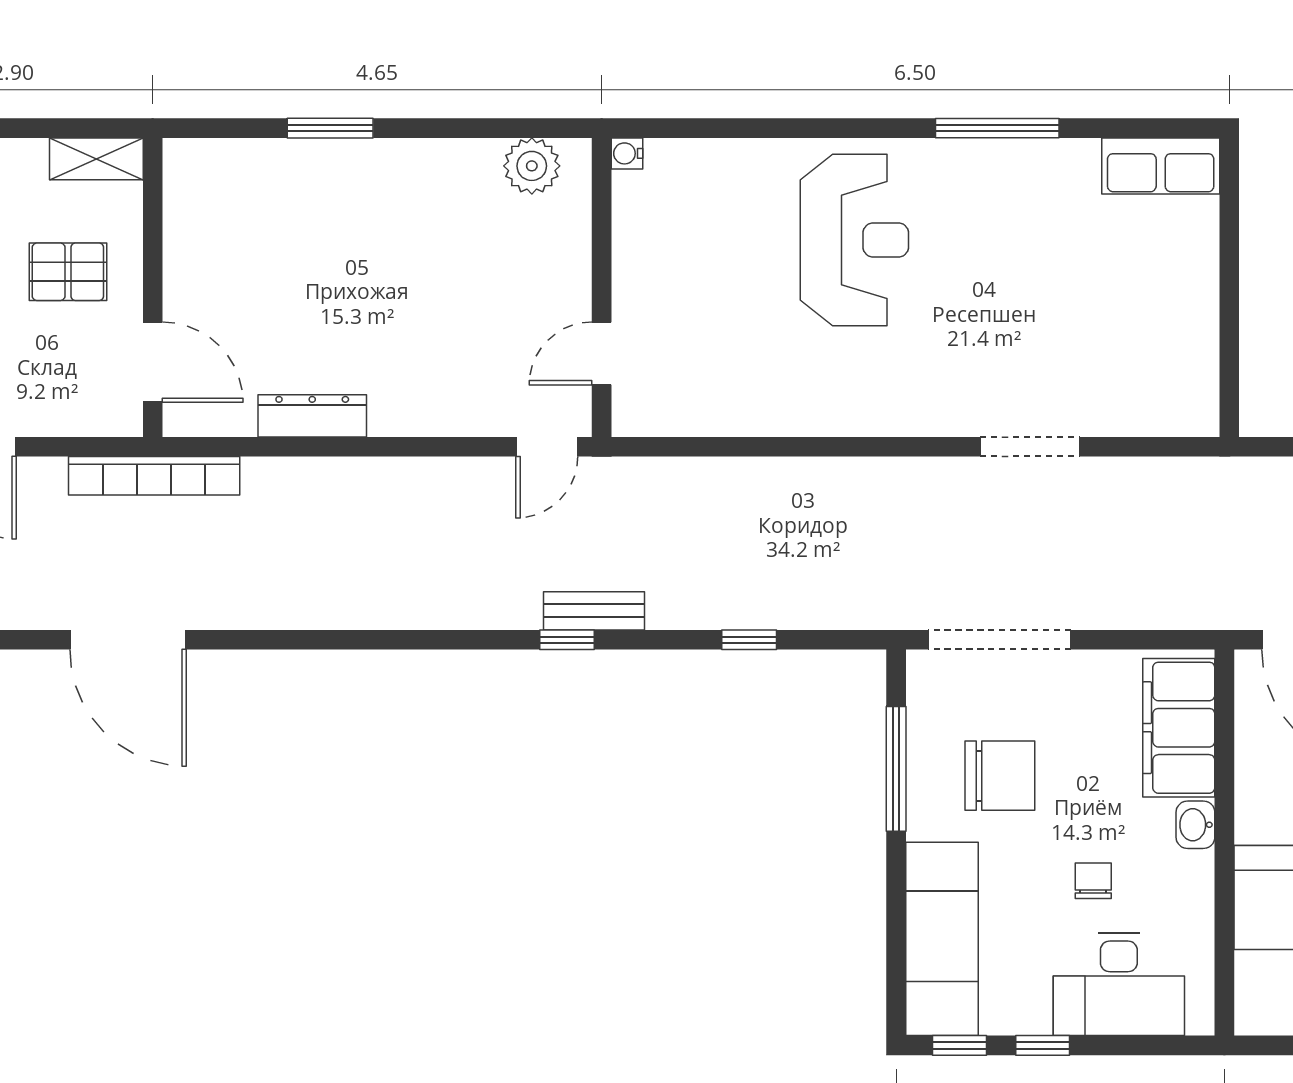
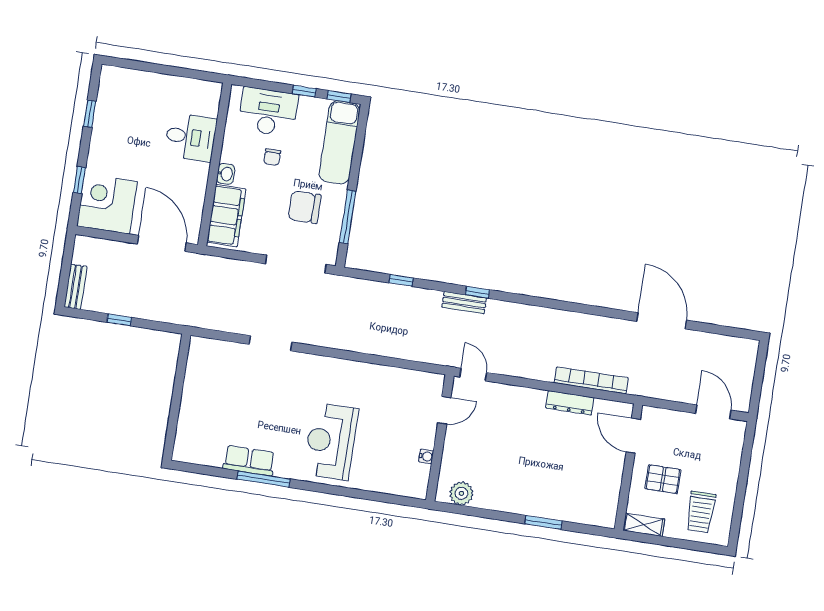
water cooler: (627, 153) -> (426, 456), moved
row of seats: (1161, 166) -> (249, 461), moved
door: (547, 447) -> (473, 375), hinge flipped
bookcase: (154, 476) -> (591, 380), moved

